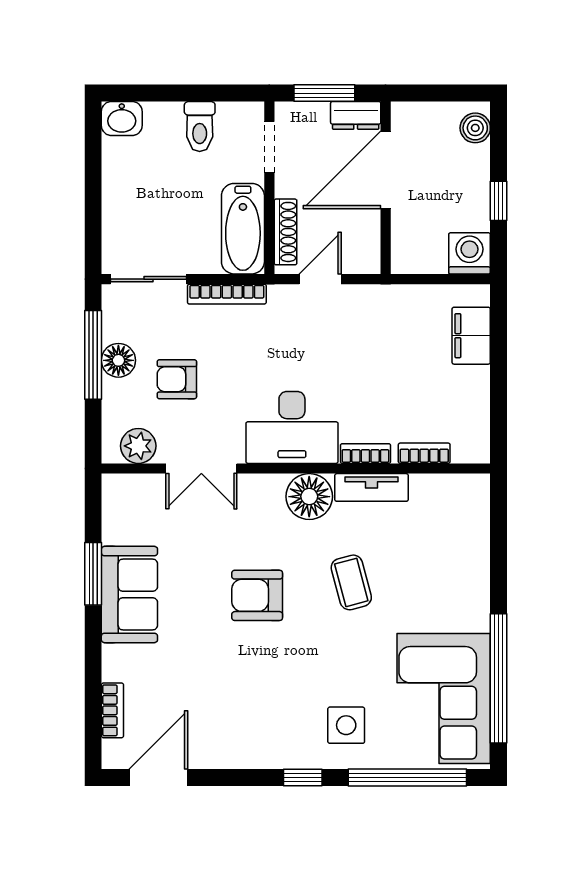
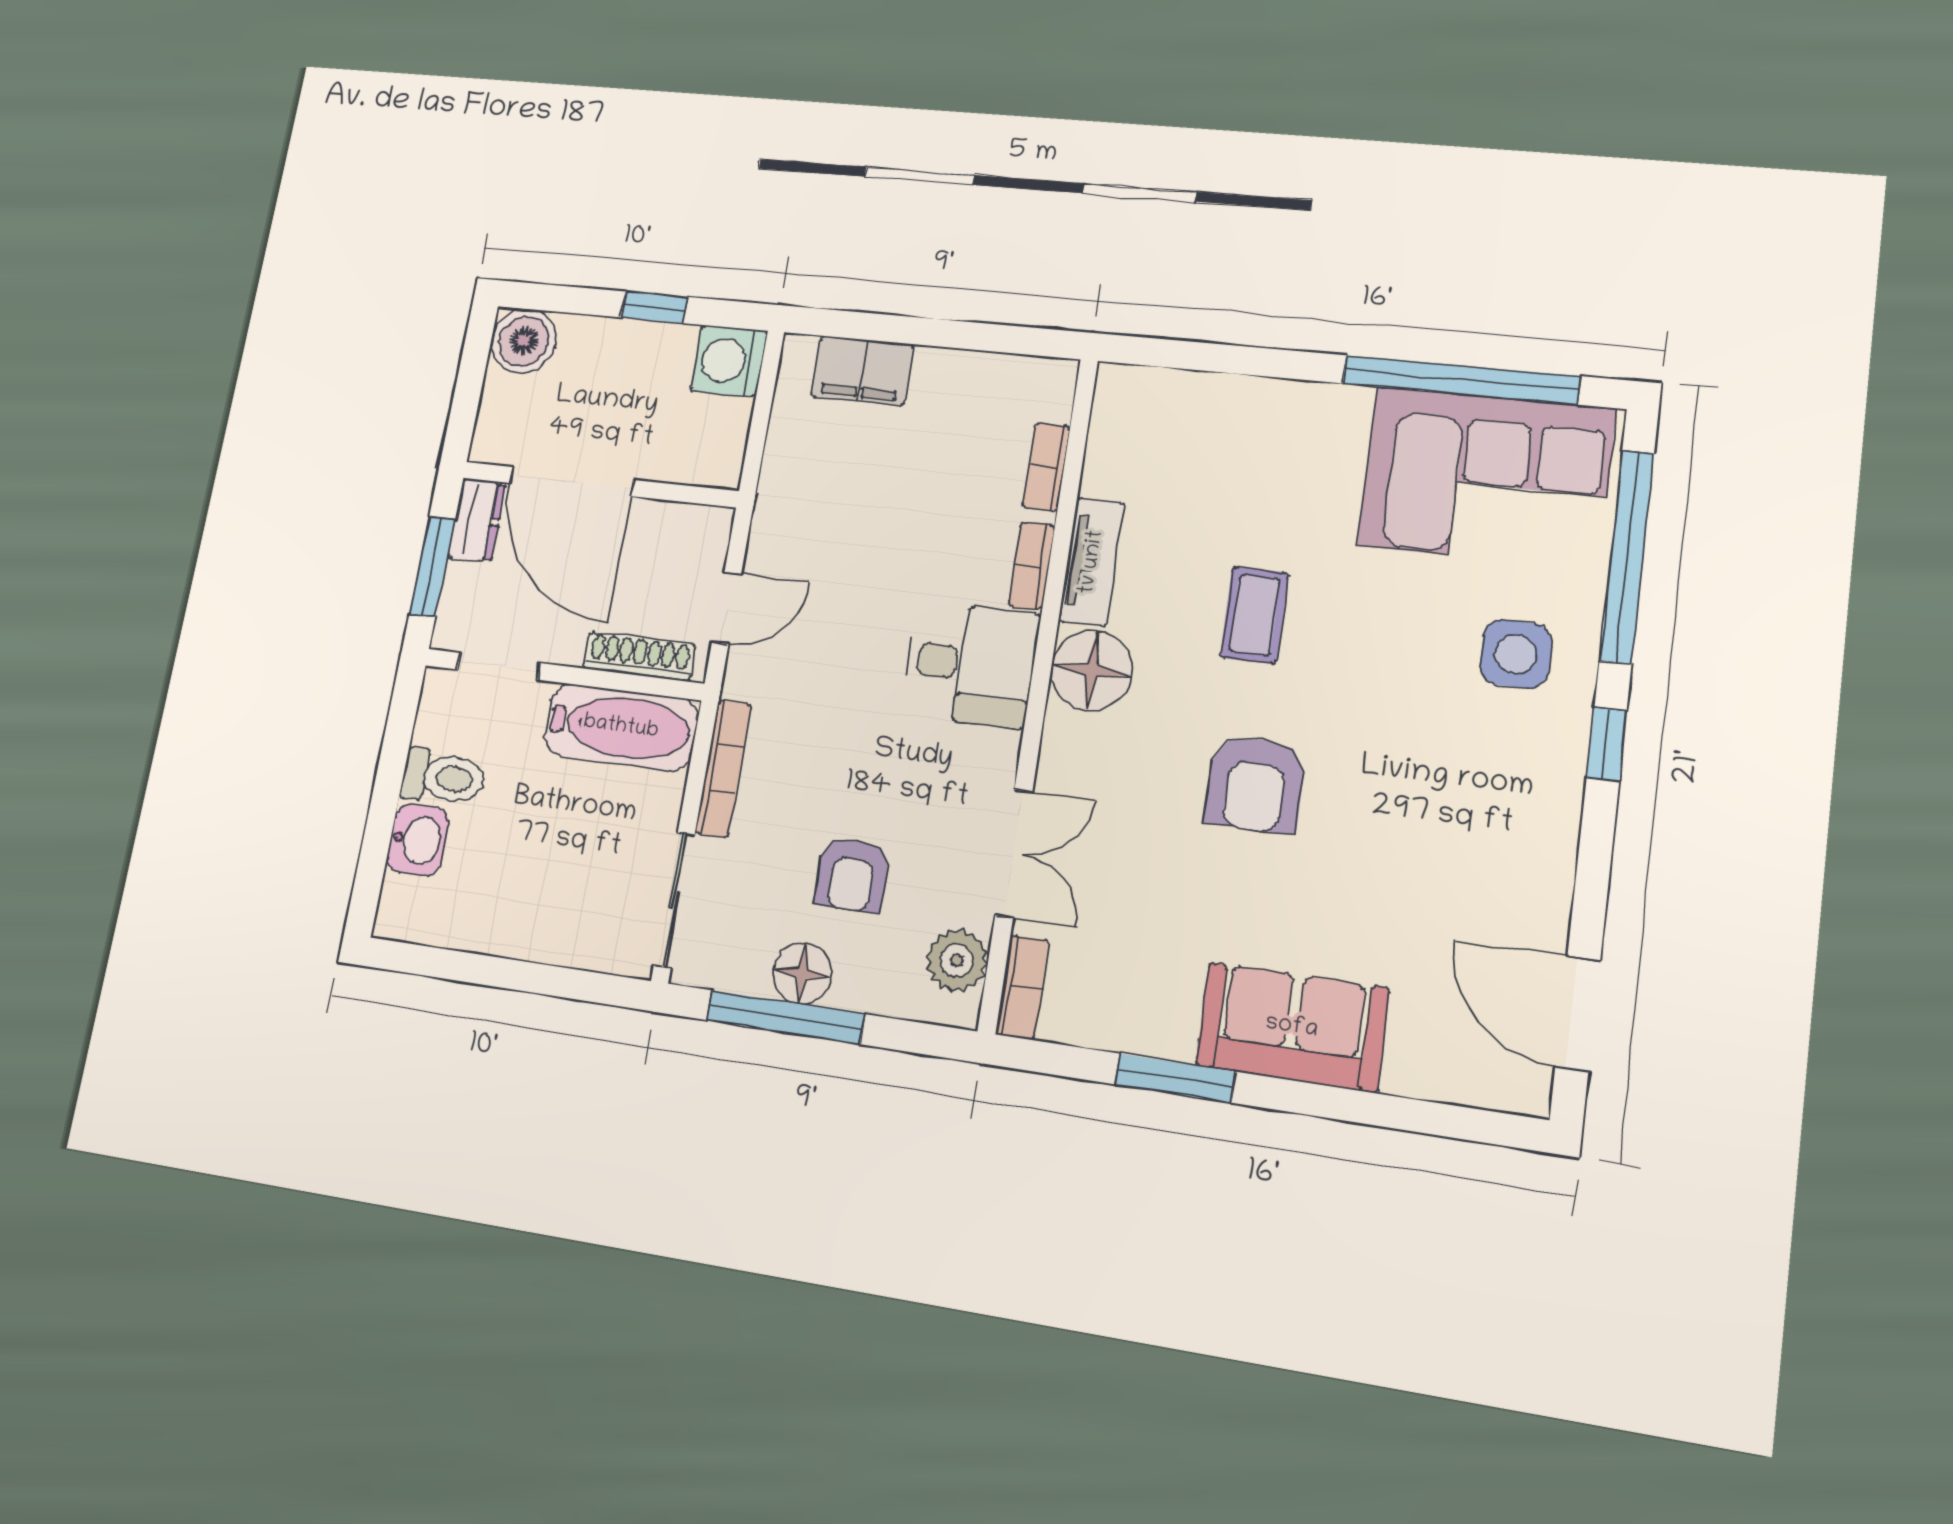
washbasin: (122, 118) -> (418, 840), moved
boiler: (475, 128) -> (524, 341), width x1.36, depth x1.36
door: (320, 279) -> (726, 608), swing flipped
desk: (292, 427) -> (970, 664), width x0.73
coffee table: (351, 582) -> (1254, 615), turned -75
sofa: (129, 595) -> (1292, 1027), moved
bookcase: (112, 710) -> (1022, 987), moved, turned 90

